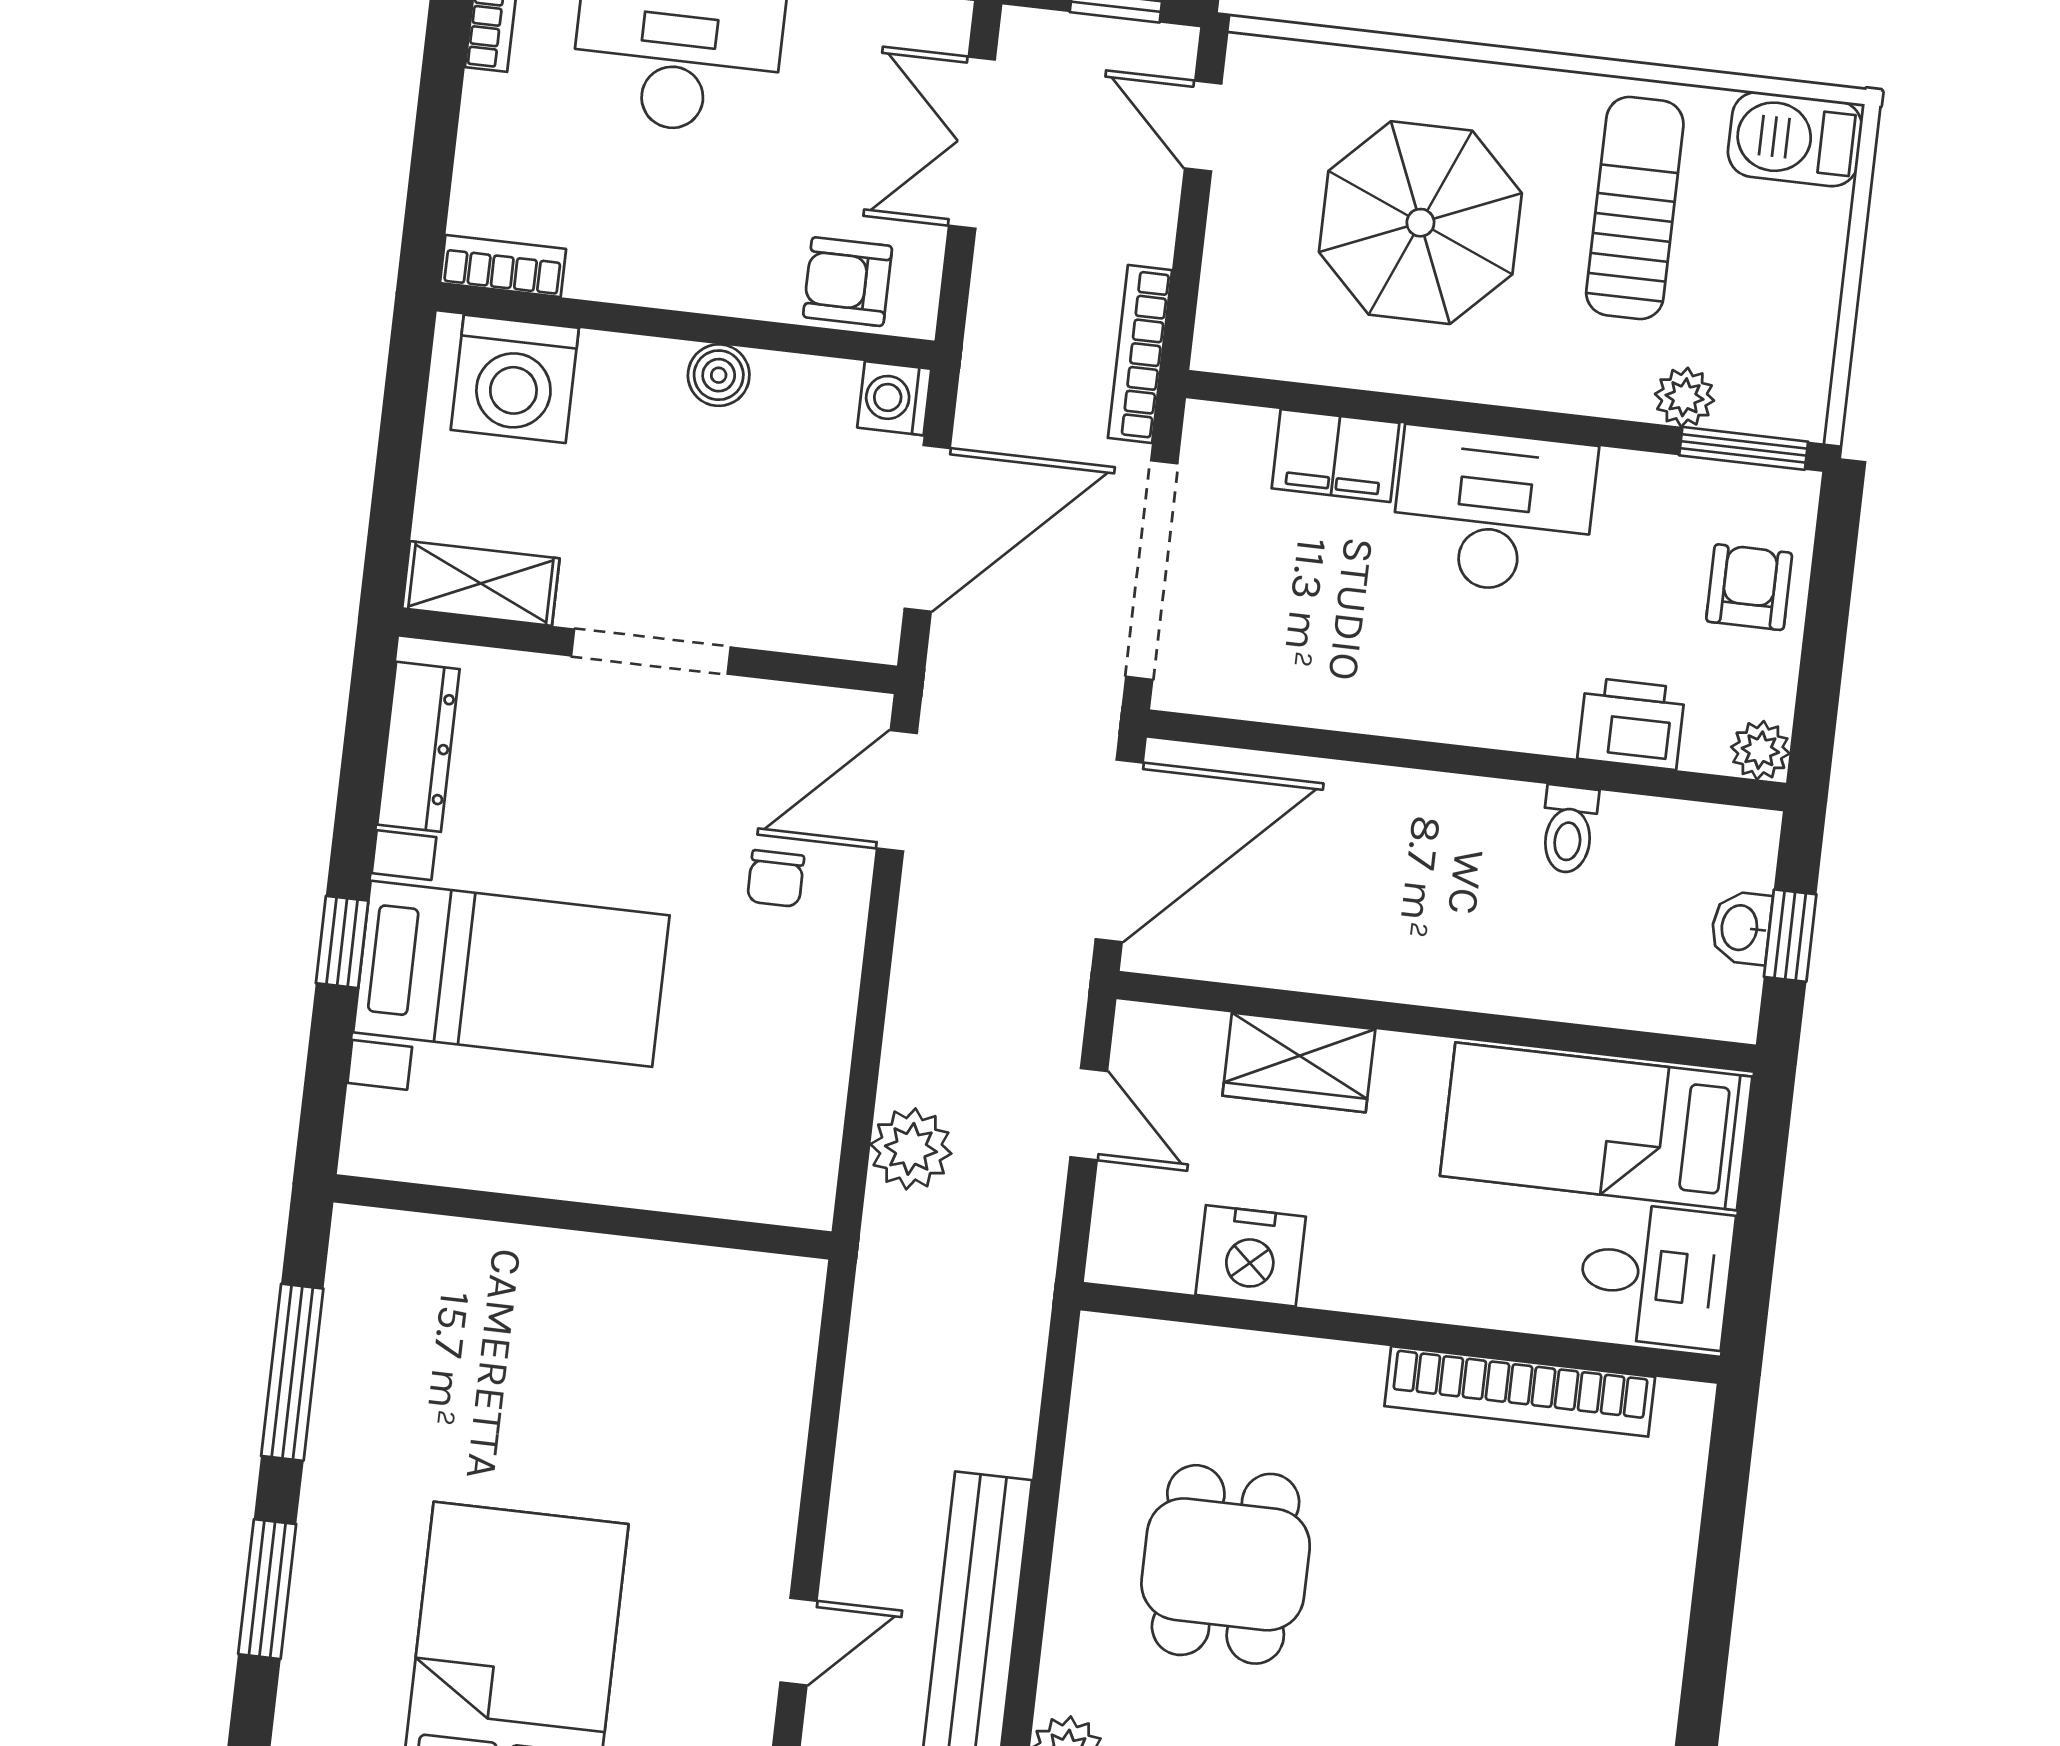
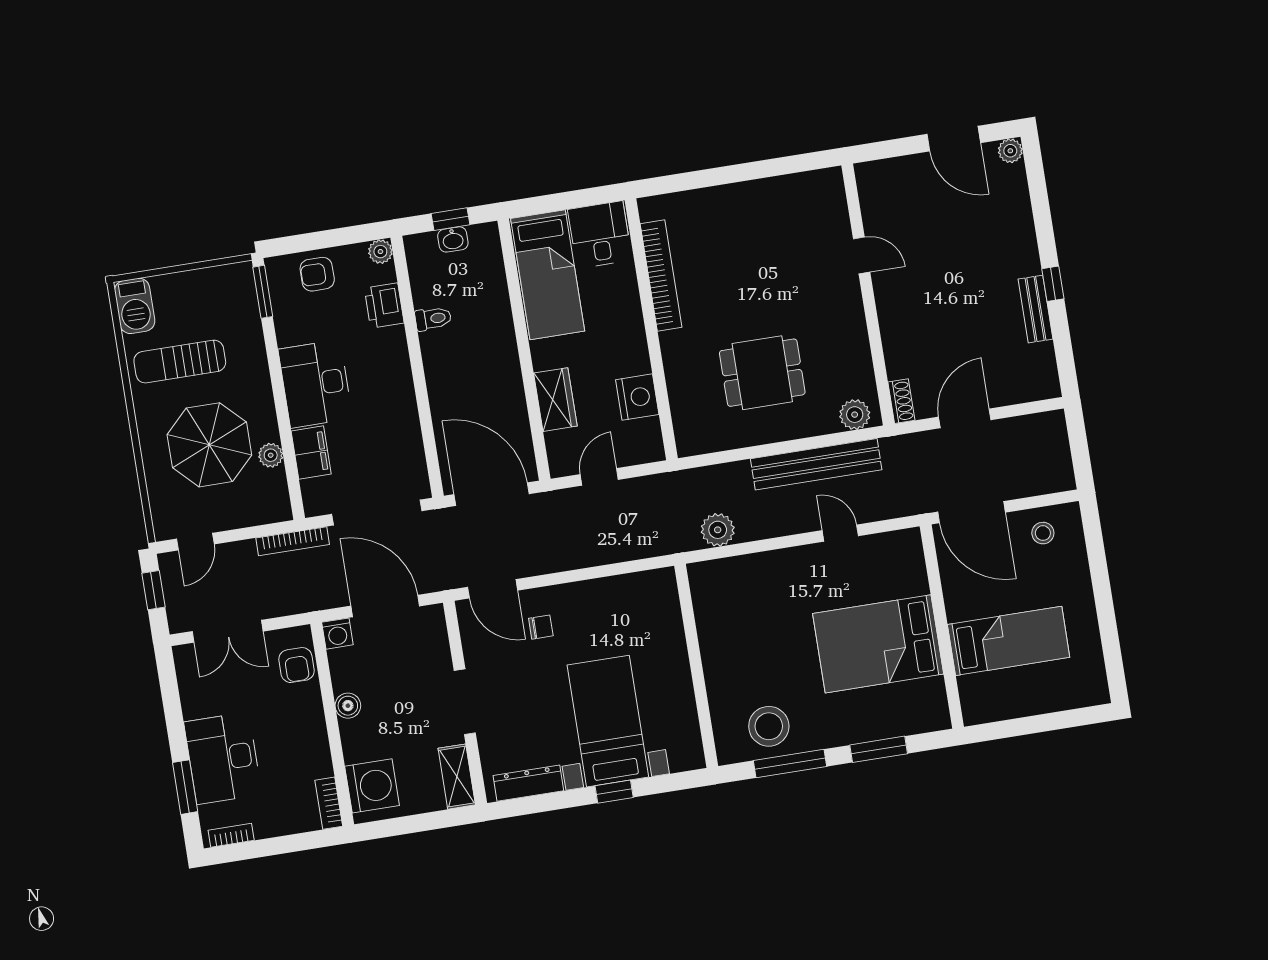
plant: (1685, 397) -> (271, 455), moved
plant: (911, 1149) -> (718, 530), moved
stool: (393, 1347) -> (769, 726), added

